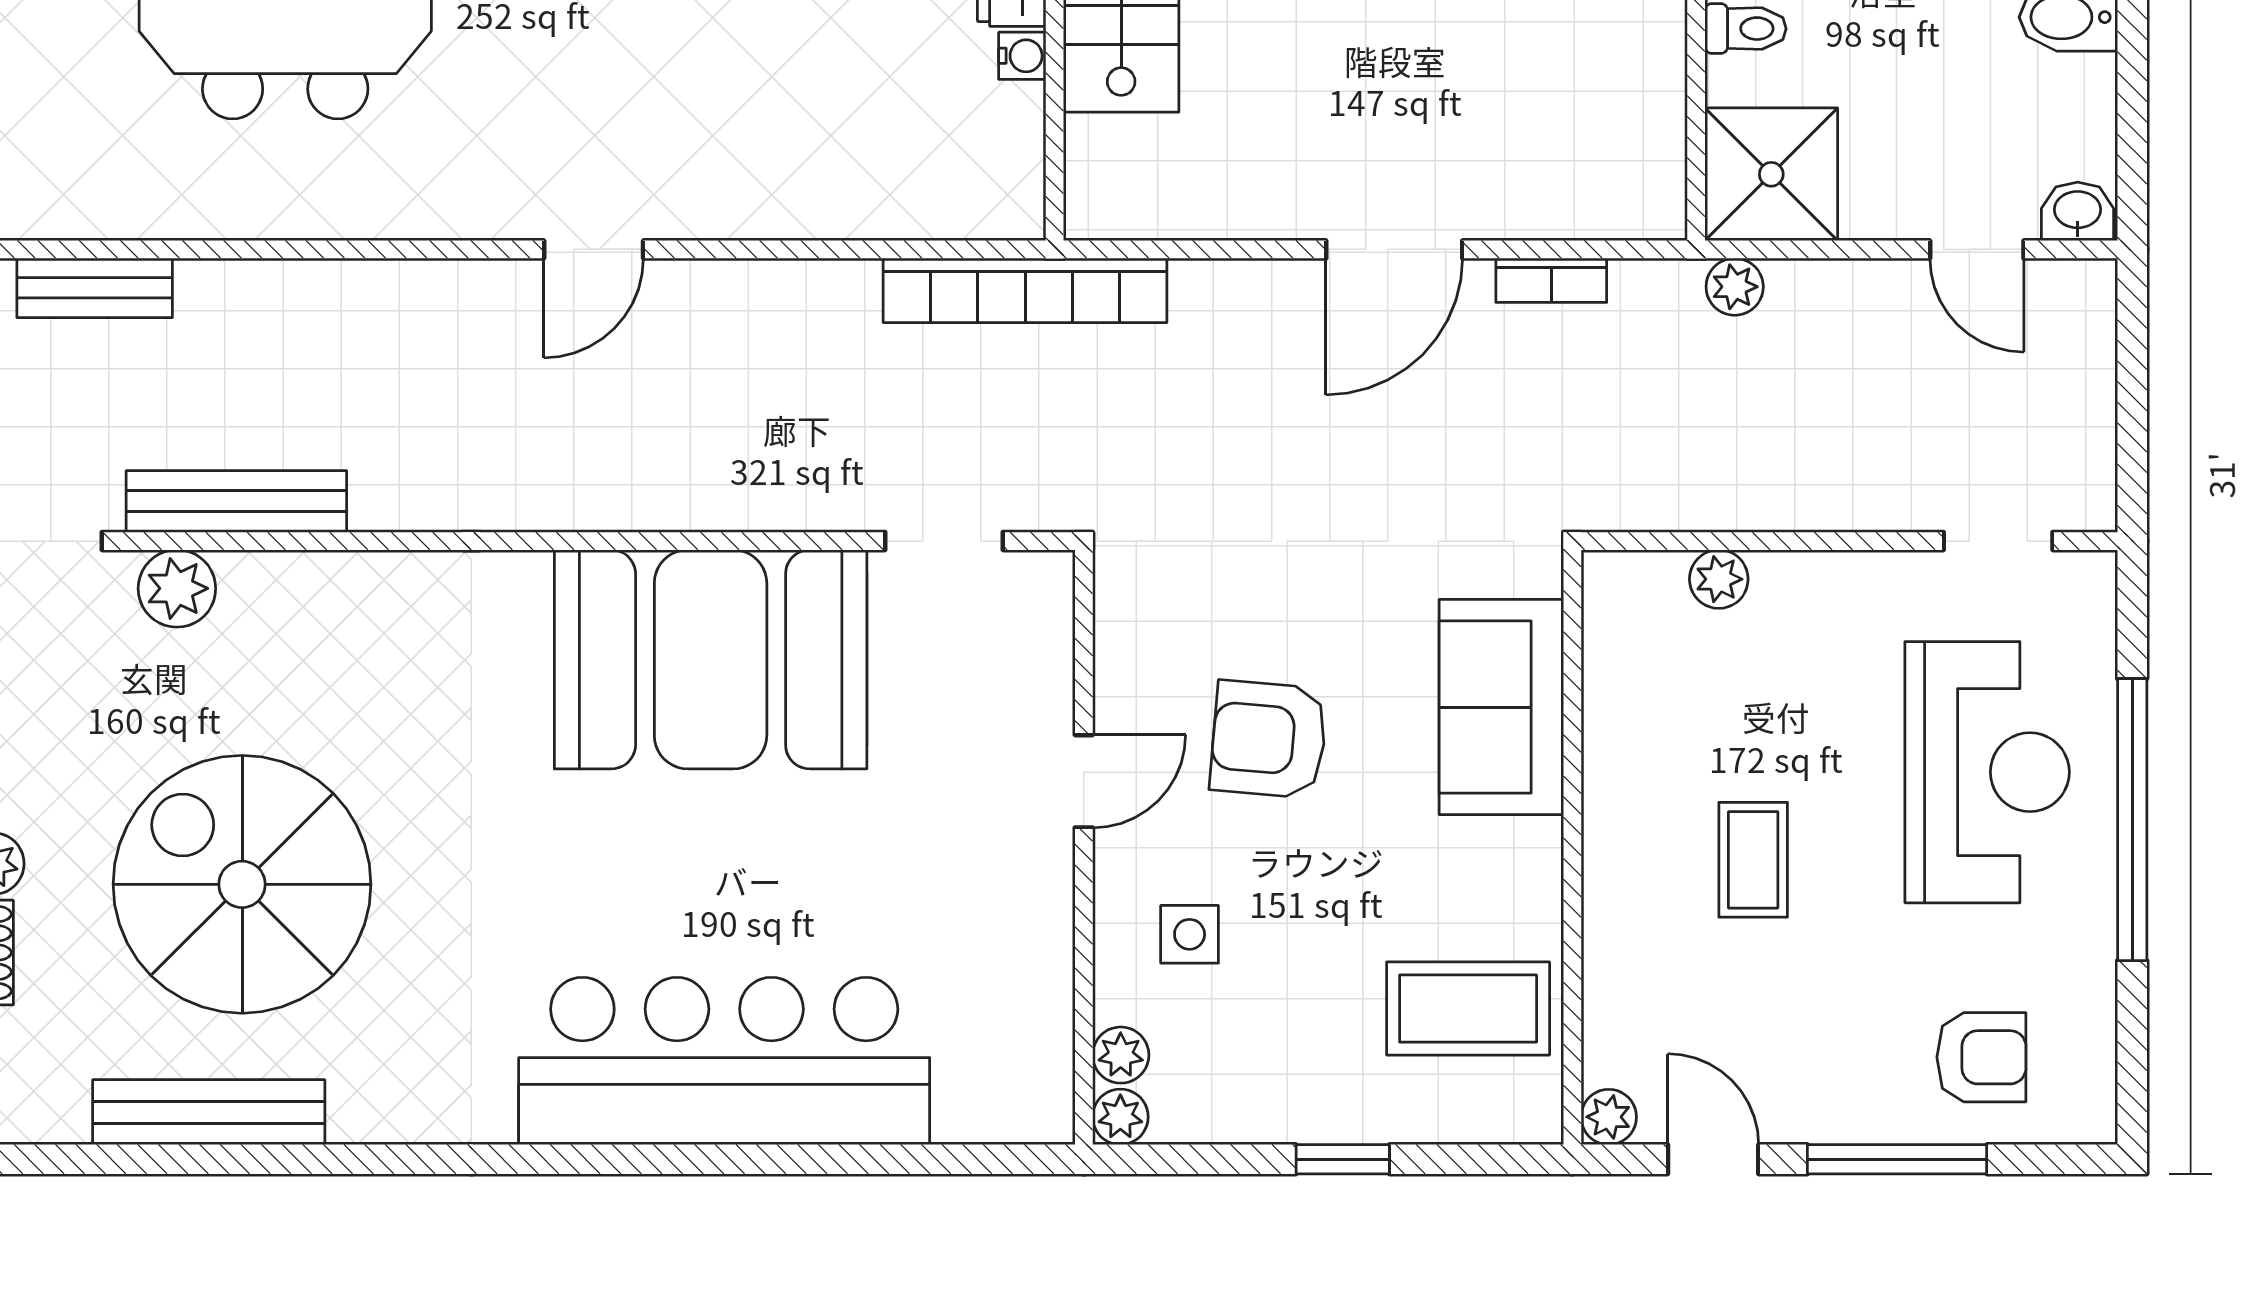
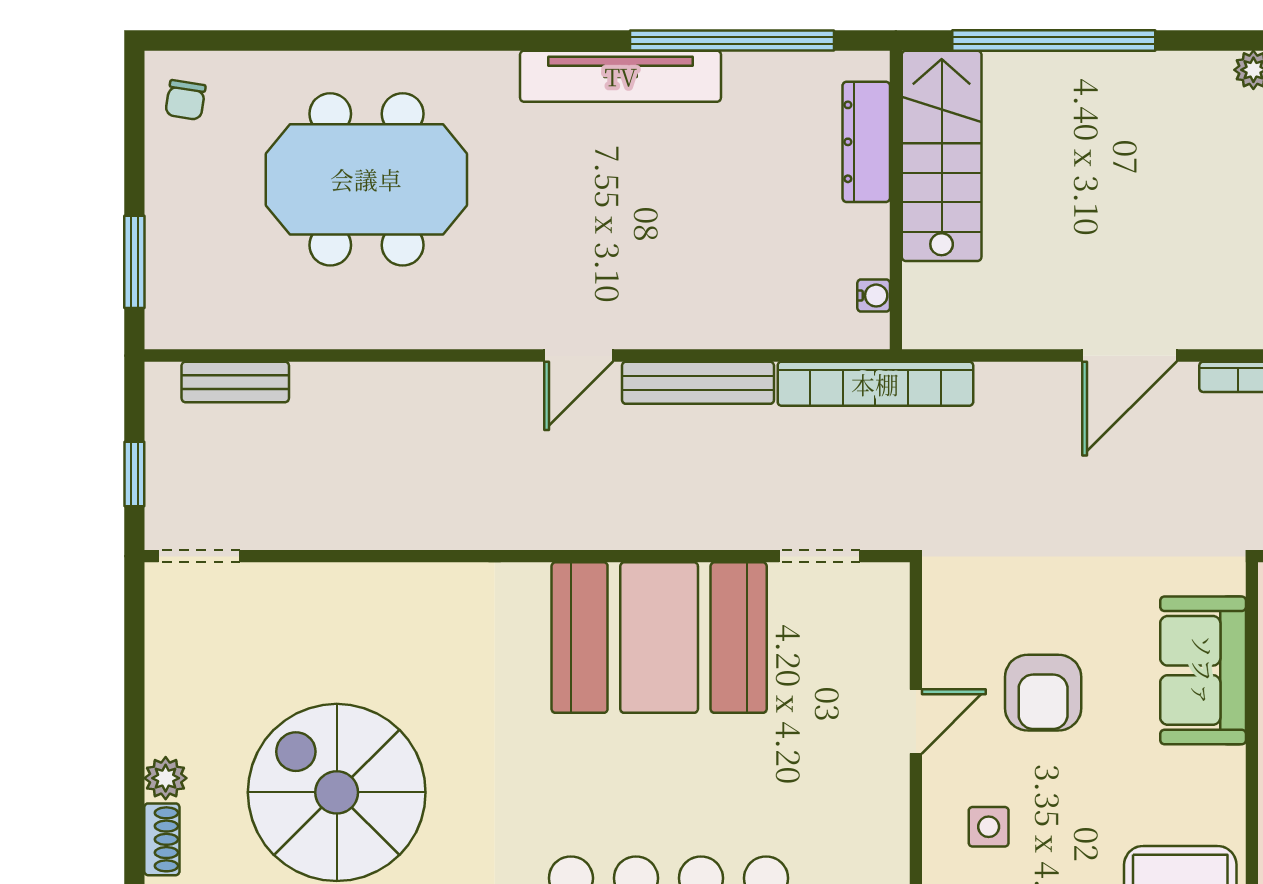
water cooler: (1022, 56) -> (874, 296), moved
bench: (236, 501) -> (698, 383), moved
plant: (177, 588) -> (292, 589), removed
armchair: (1269, 739) -> (1043, 693), turned -95

